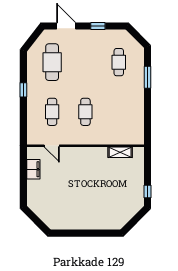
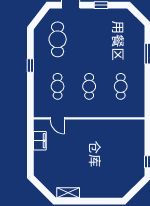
cafe table: (119, 62) -> (121, 86), moved
shelving: (120, 152) -> (68, 193), moved

